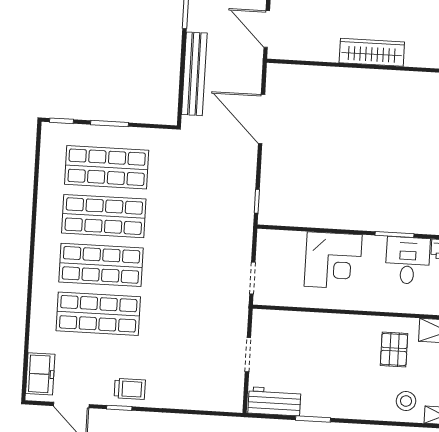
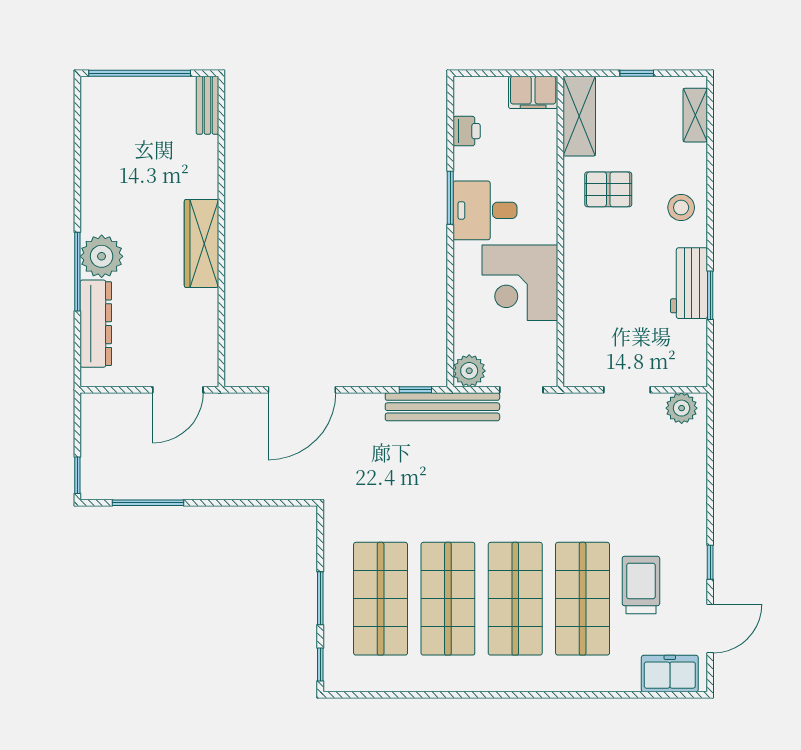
bench: (194, 74) -> (442, 407), moved
plant: (268, 241) -> (469, 371), added
corner desk: (333, 261) -> (520, 283), moved, turned 180
desk: (408, 261) -> (485, 210), moved
trolley: (130, 389) -> (641, 585), moved, width x1.36, depth x1.39
plant: (232, 393) -> (682, 408), added
workbench: (274, 401) -> (689, 283), moved
stool: (406, 401) -> (681, 208), moved

